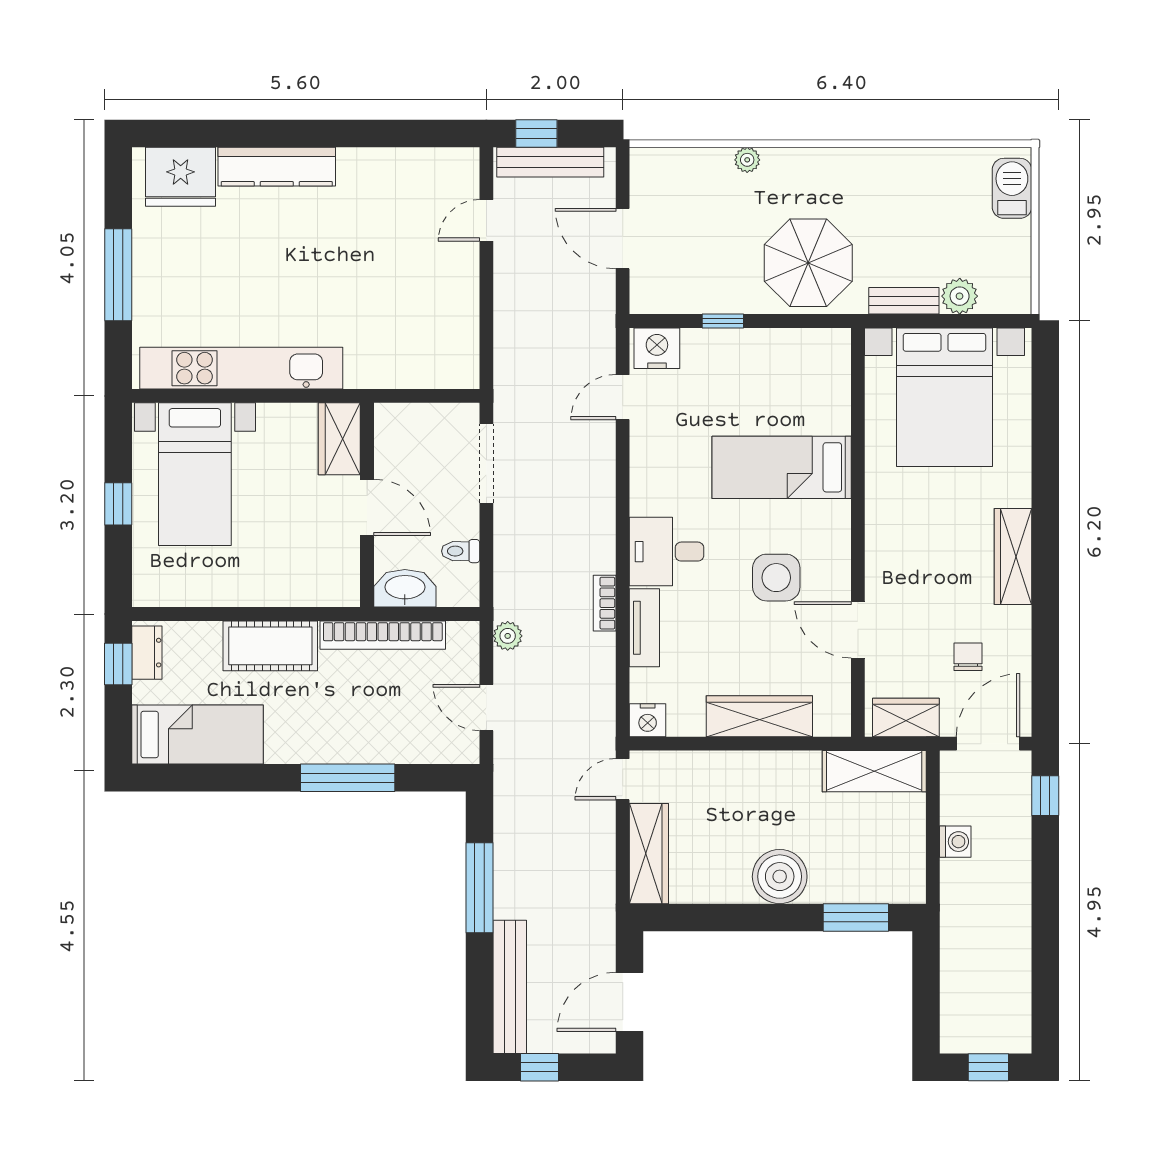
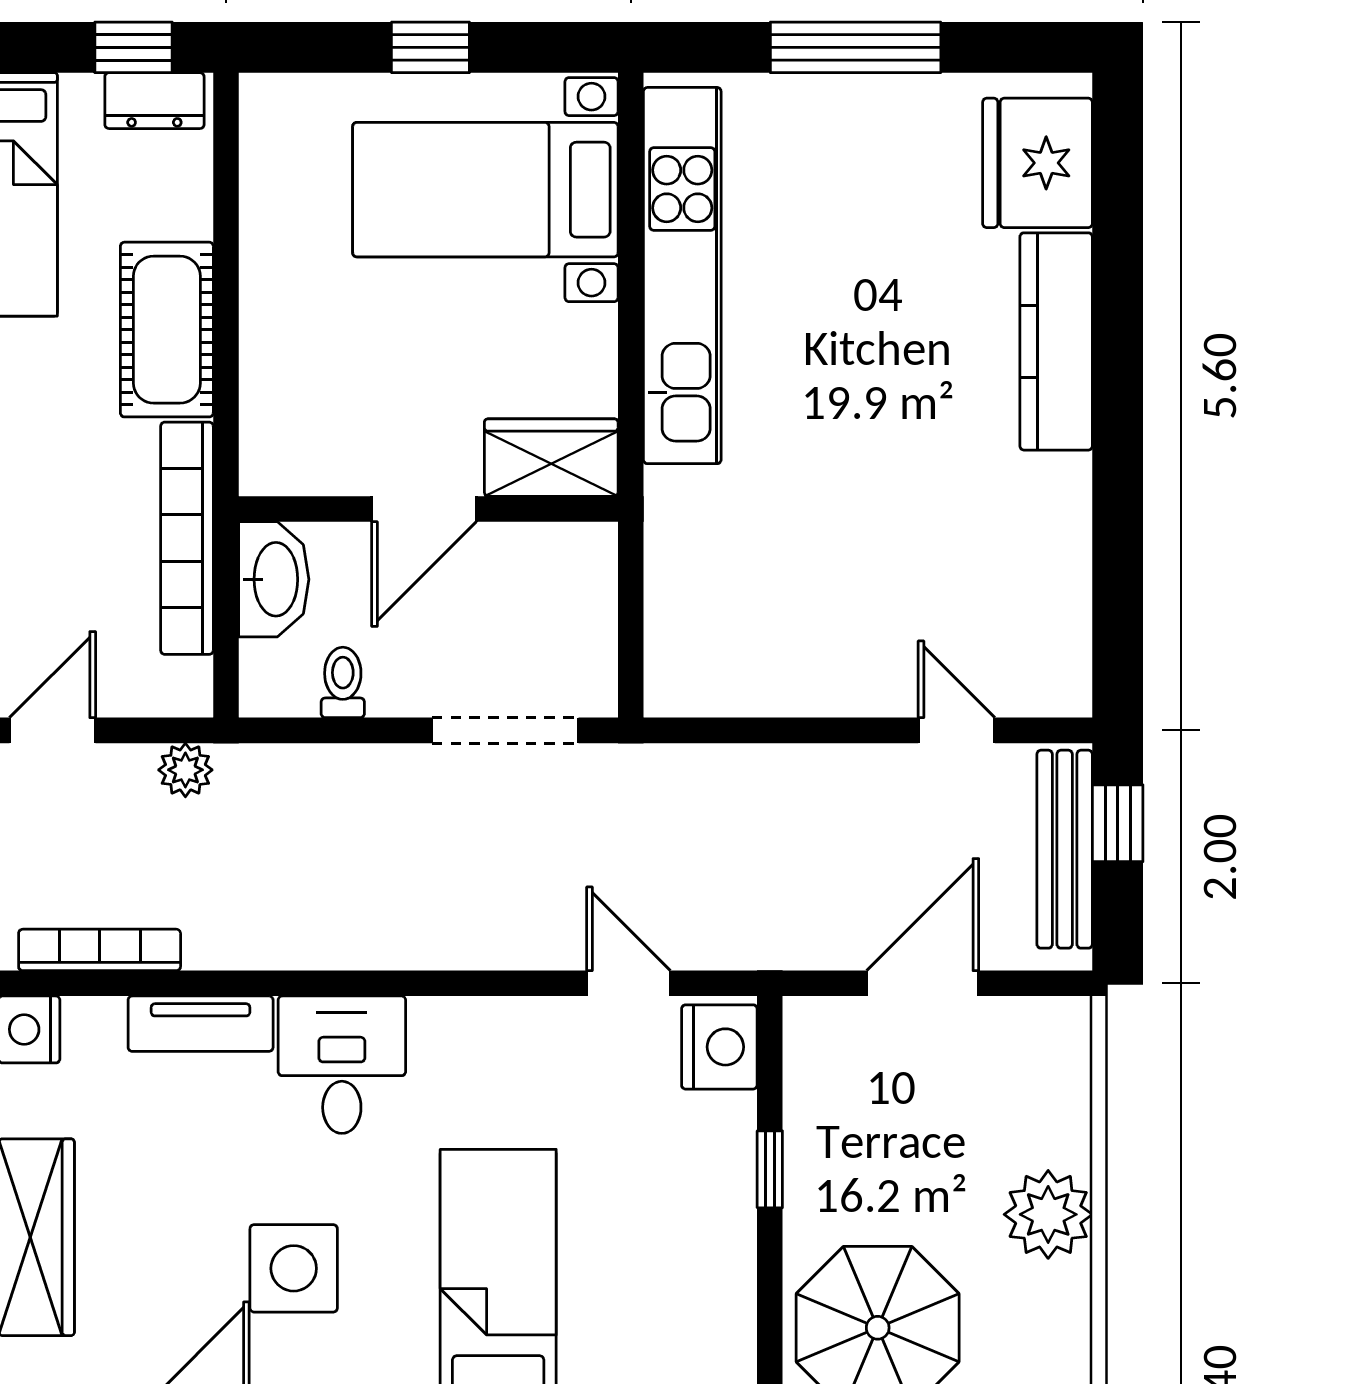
plant: (747, 160) -> (1048, 1214), width x1.88, depth x1.88
bookcase: (605, 603) -> (100, 950), moved, width x1.56

